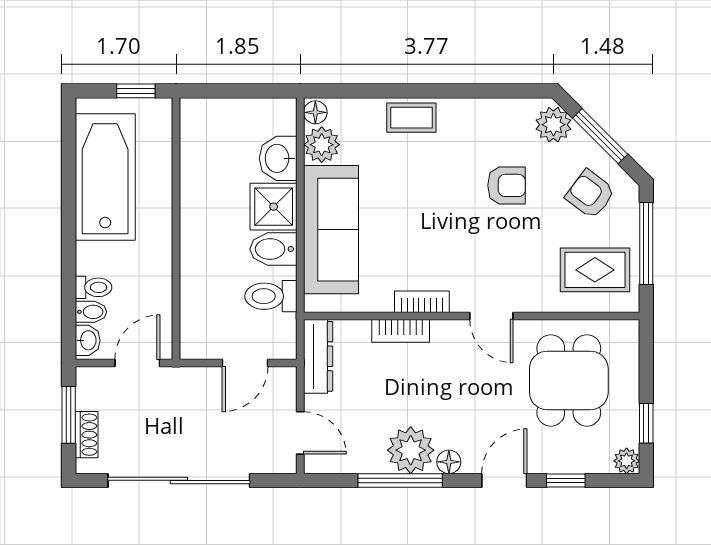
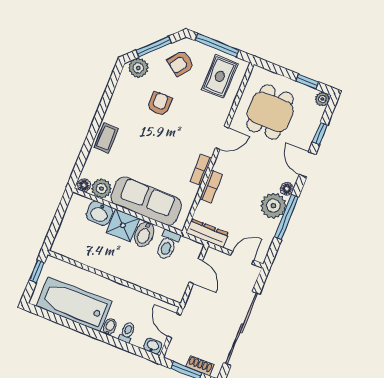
bidet: (91, 312) -> (110, 327), moved
dining table: (569, 380) -> (270, 112), turned 90

